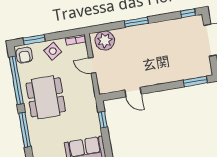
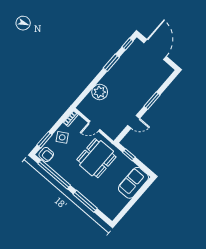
window: (136, 22) -> (111, 63), moved
plant: (105, 40) -> (100, 92), moved
window: (195, 81) -> (152, 101), moved
dining table: (46, 97) -> (96, 158), moved, turned 90

